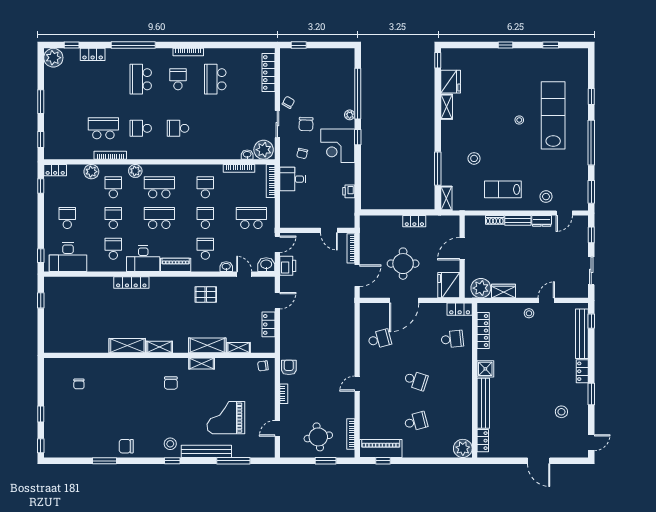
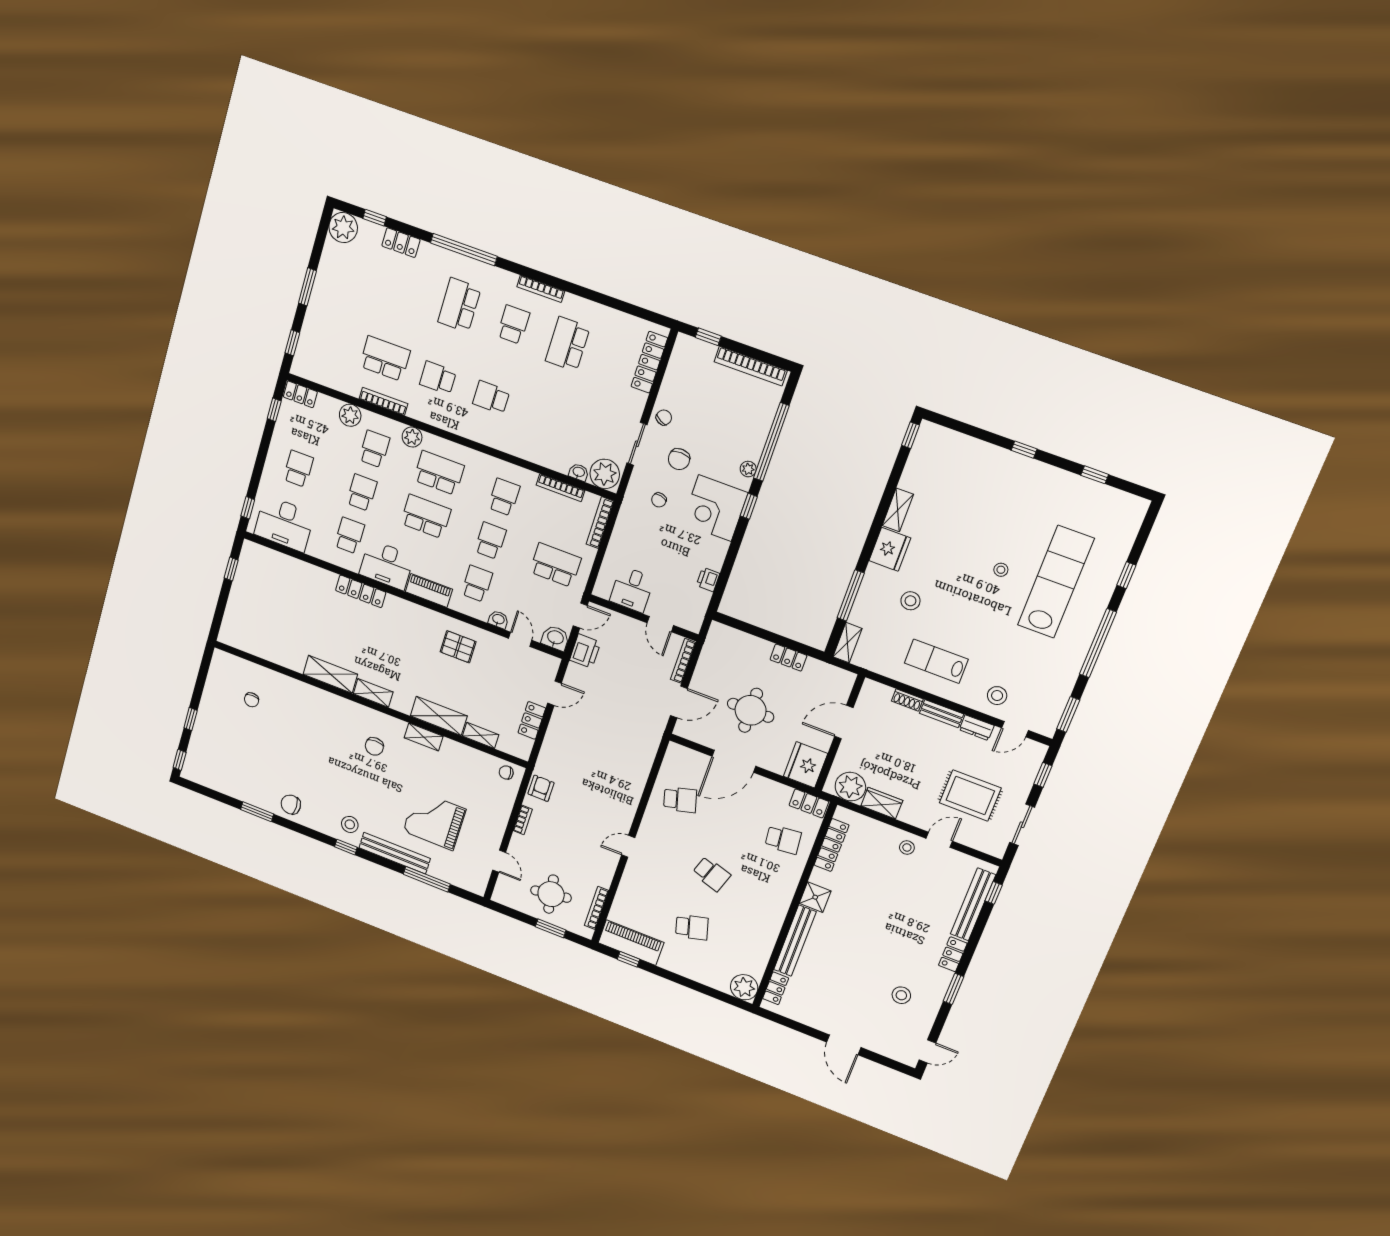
bookcase: (330, 53) -> (751, 366), added
fridge: (451, 82) -> (890, 549), moved
desk: (293, 179) -> (632, 589), moved, turned -90
rug: (554, 265) -> (970, 796), added
door: (277, 428) -> (499, 861), swing flipped

